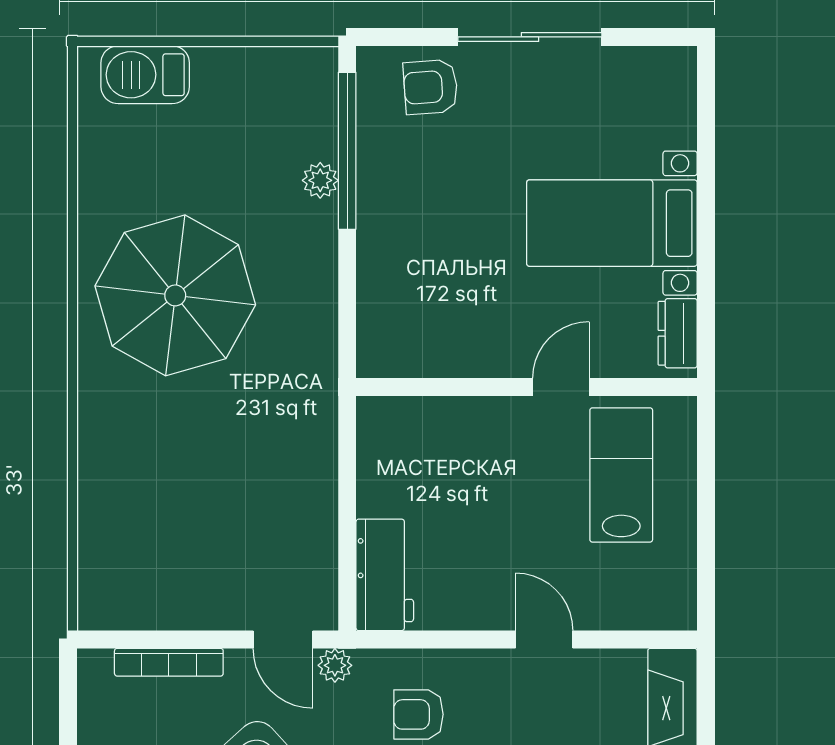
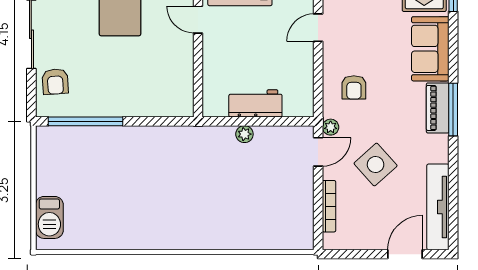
plant: (320, 180) -> (244, 134), moved
parasol: (175, 295) -> (154, 203), removed
workbench: (385, 575) -> (255, 103), moved

